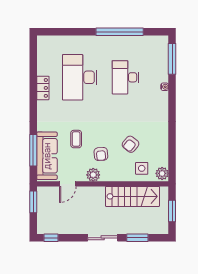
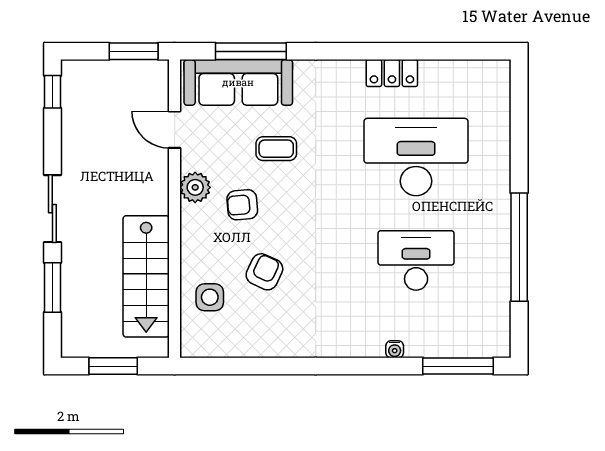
armchair: (130, 144) -> (264, 272), turned 76
plant: (162, 173) -> (198, 343), removed

